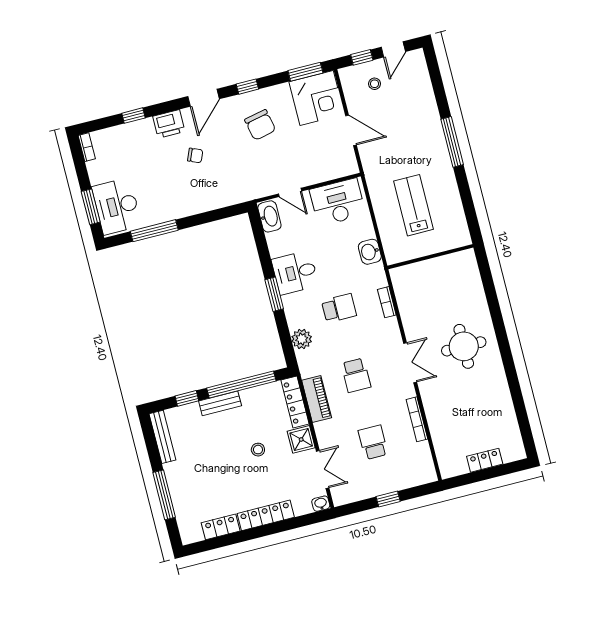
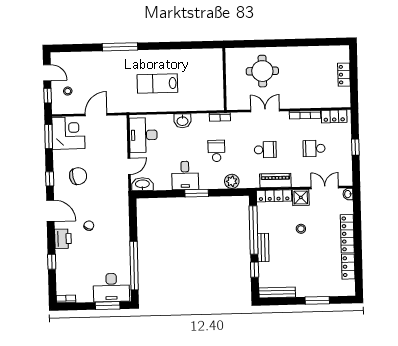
window: (154, 231) -> (134, 266), width x1.46
wall: (430, 257) -> (225, 79), moved
locker: (424, 460) -> (334, 116), added
window: (164, 495) -> (317, 300), width x0.69

